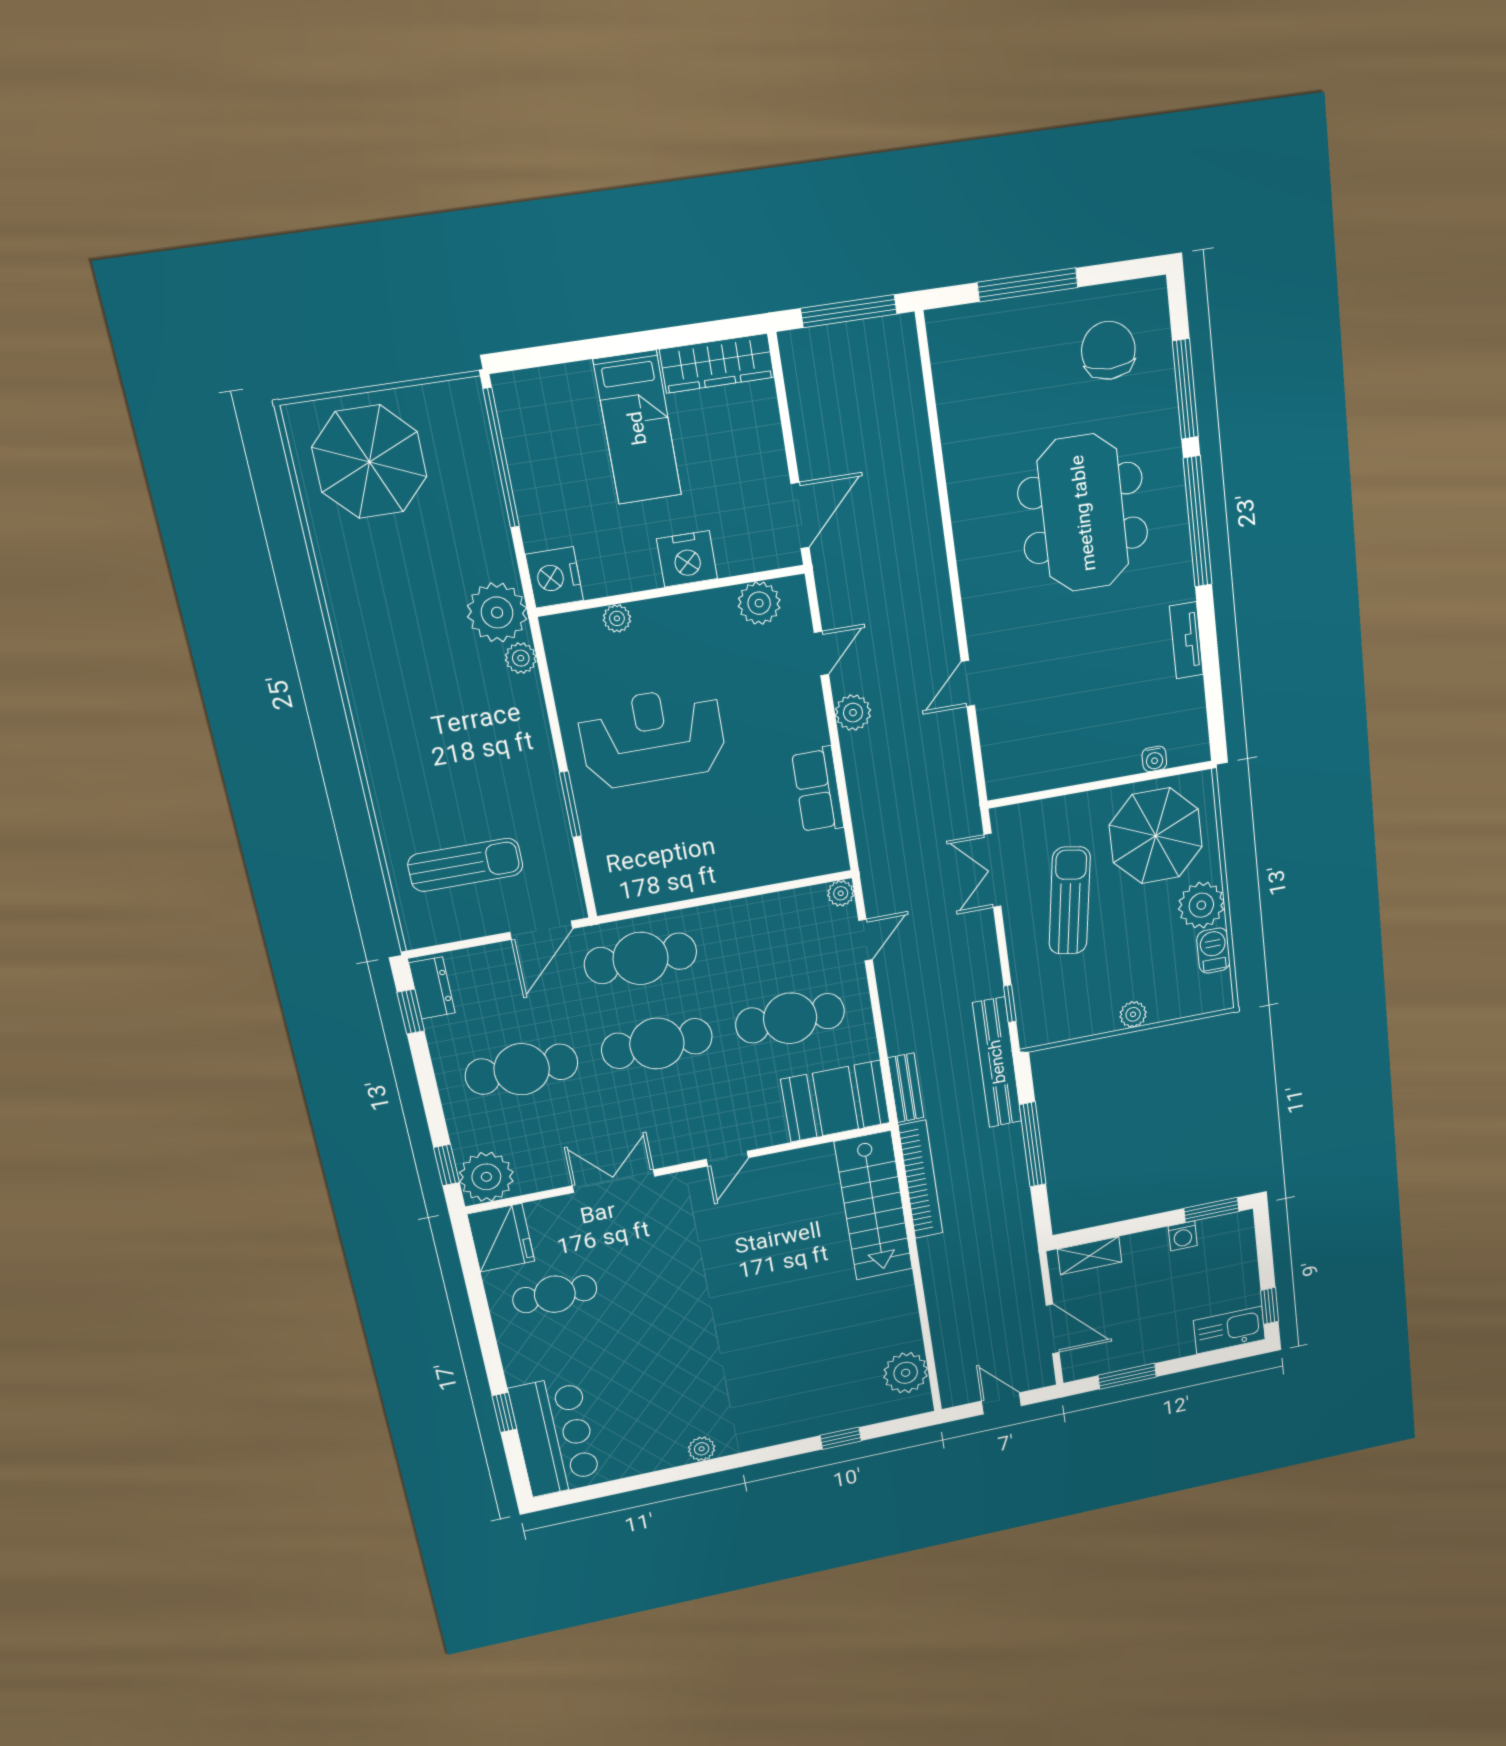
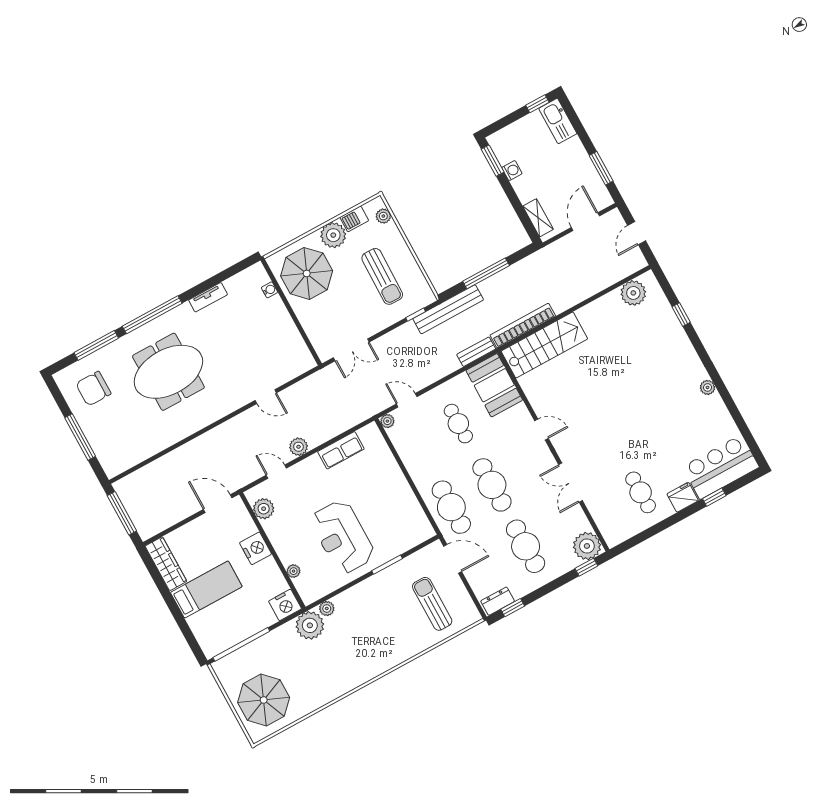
sun lounger: (1070, 901) -> (382, 276), moved, turned -98
plant: (1133, 1014) -> (383, 216), moved
cafe table: (790, 1018) -> (458, 424), width x0.73, depth x0.74
fridge: (501, 1238) -> (683, 497), moved, width x0.73, depth x0.75

